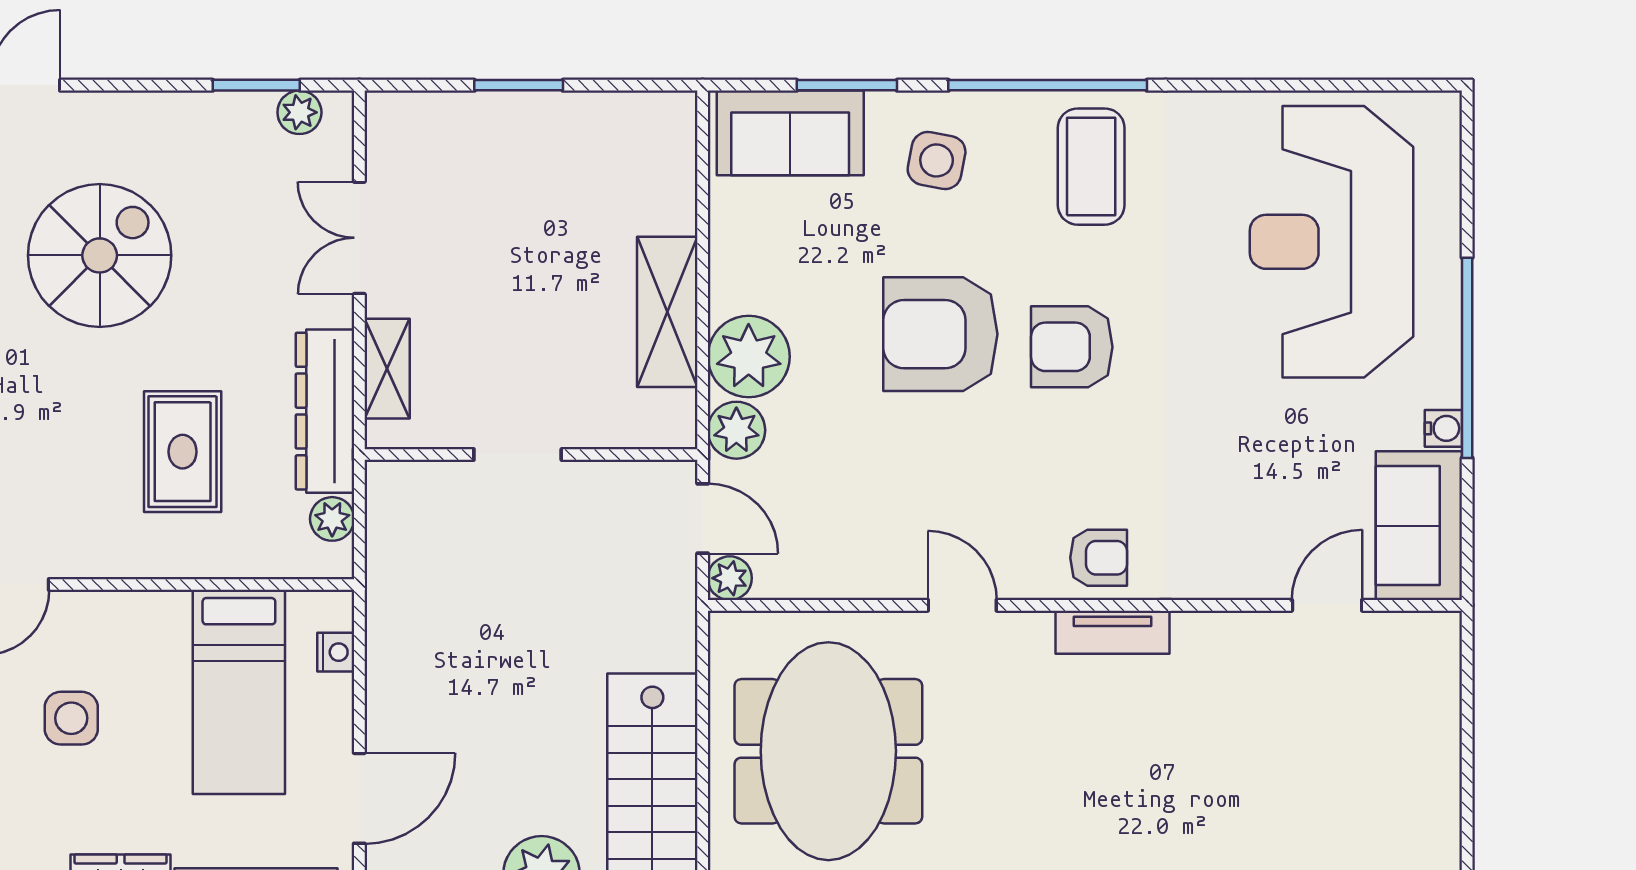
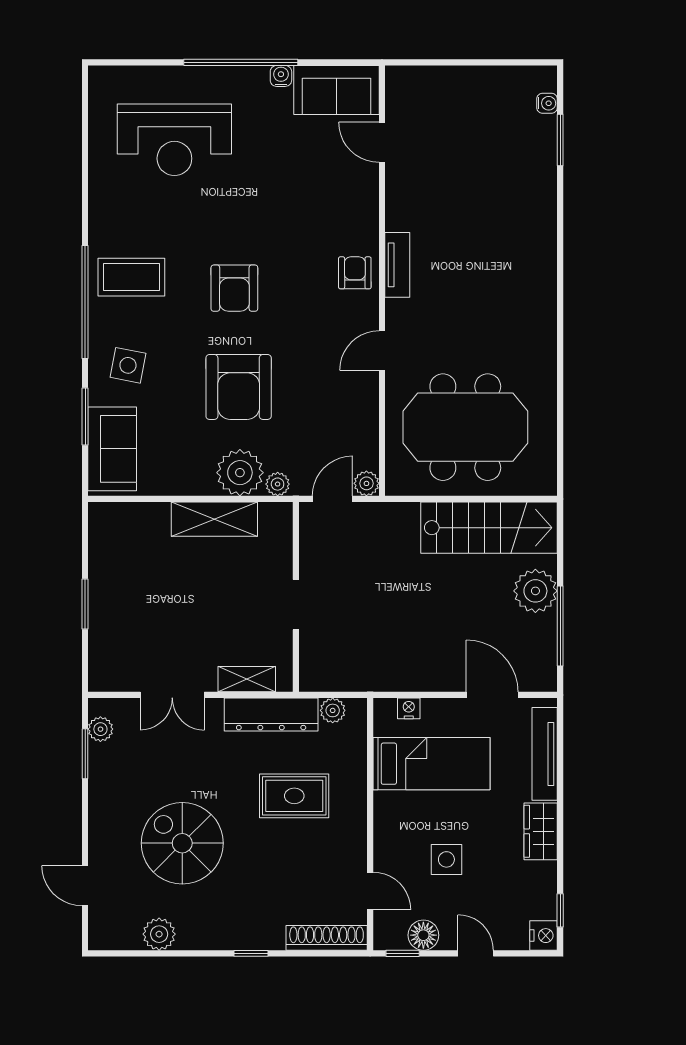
reception desk: (1332, 242) -> (174, 140), width x0.74, depth x0.77
armchair: (940, 334) -> (239, 387), moved
plant: (736, 430) -> (278, 484), width x0.73, depth x0.73

